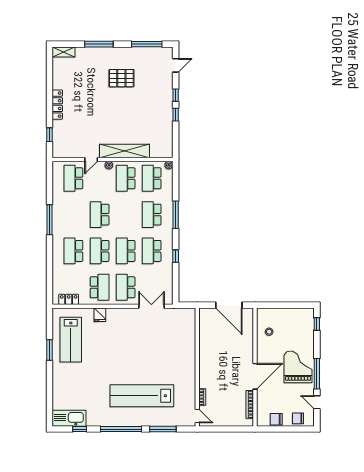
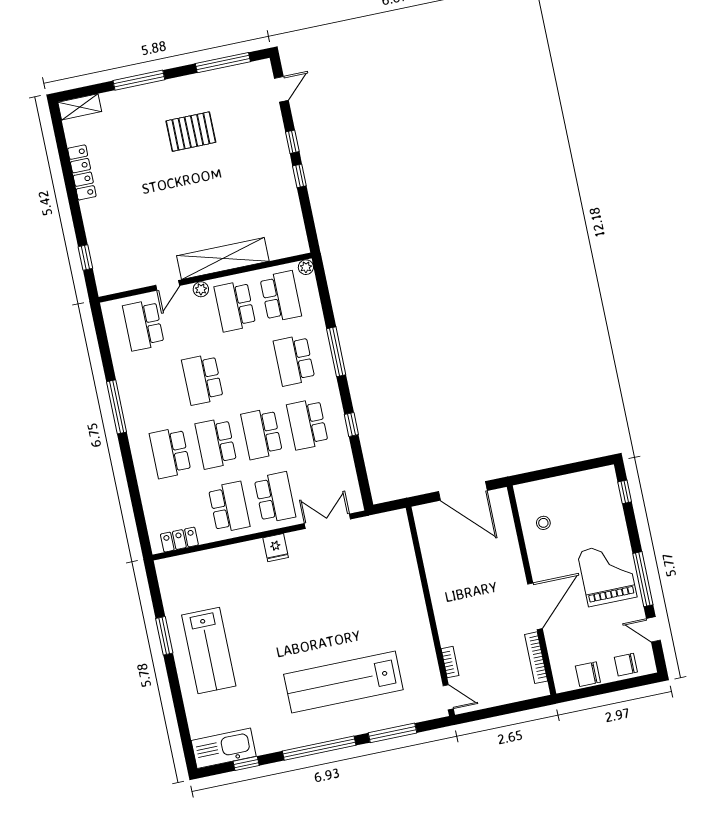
locker: (57, 105) -> (82, 172), moved
school desk: (152, 178) -> (281, 296), turned 180
school desk: (126, 287) -> (275, 498), turned 180
fridge: (100, 315) -> (276, 548), moved
lab bench: (71, 340) -> (209, 651), moved

